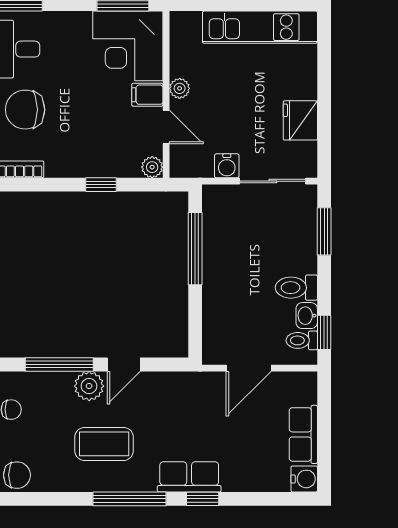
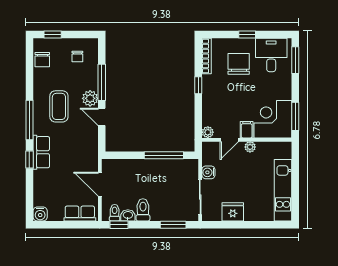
window: (101, 185) -> (198, 85), moved
row of seats: (303, 434) -> (80, 213), moved

